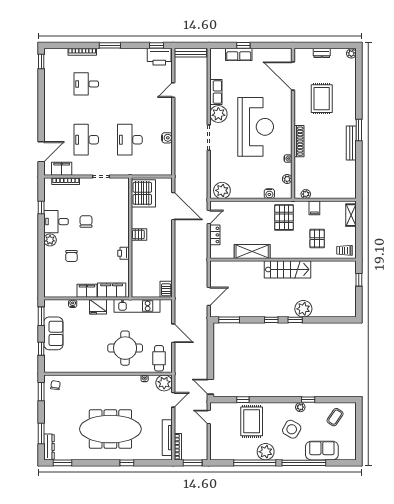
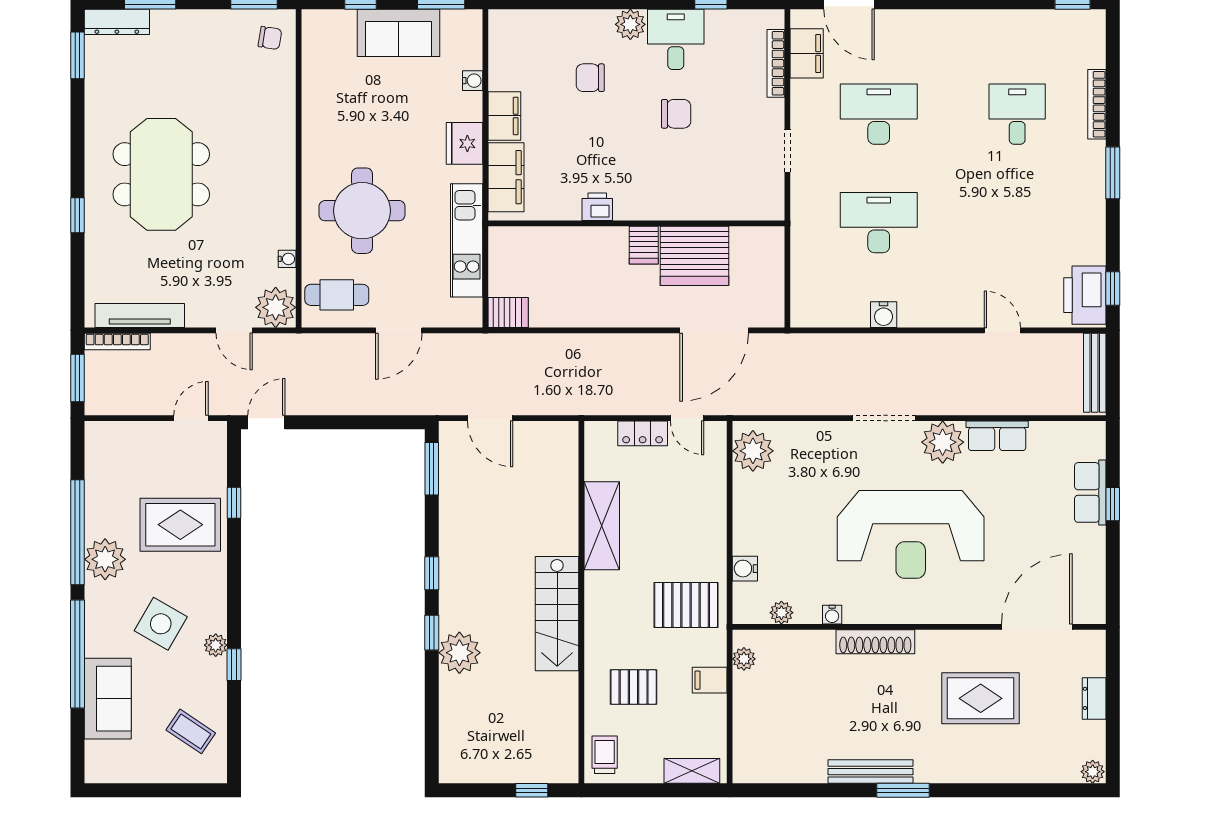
server rack: (143, 193) -> (694, 256), moved
meeting table: (110, 429) -> (161, 174), width x0.73

